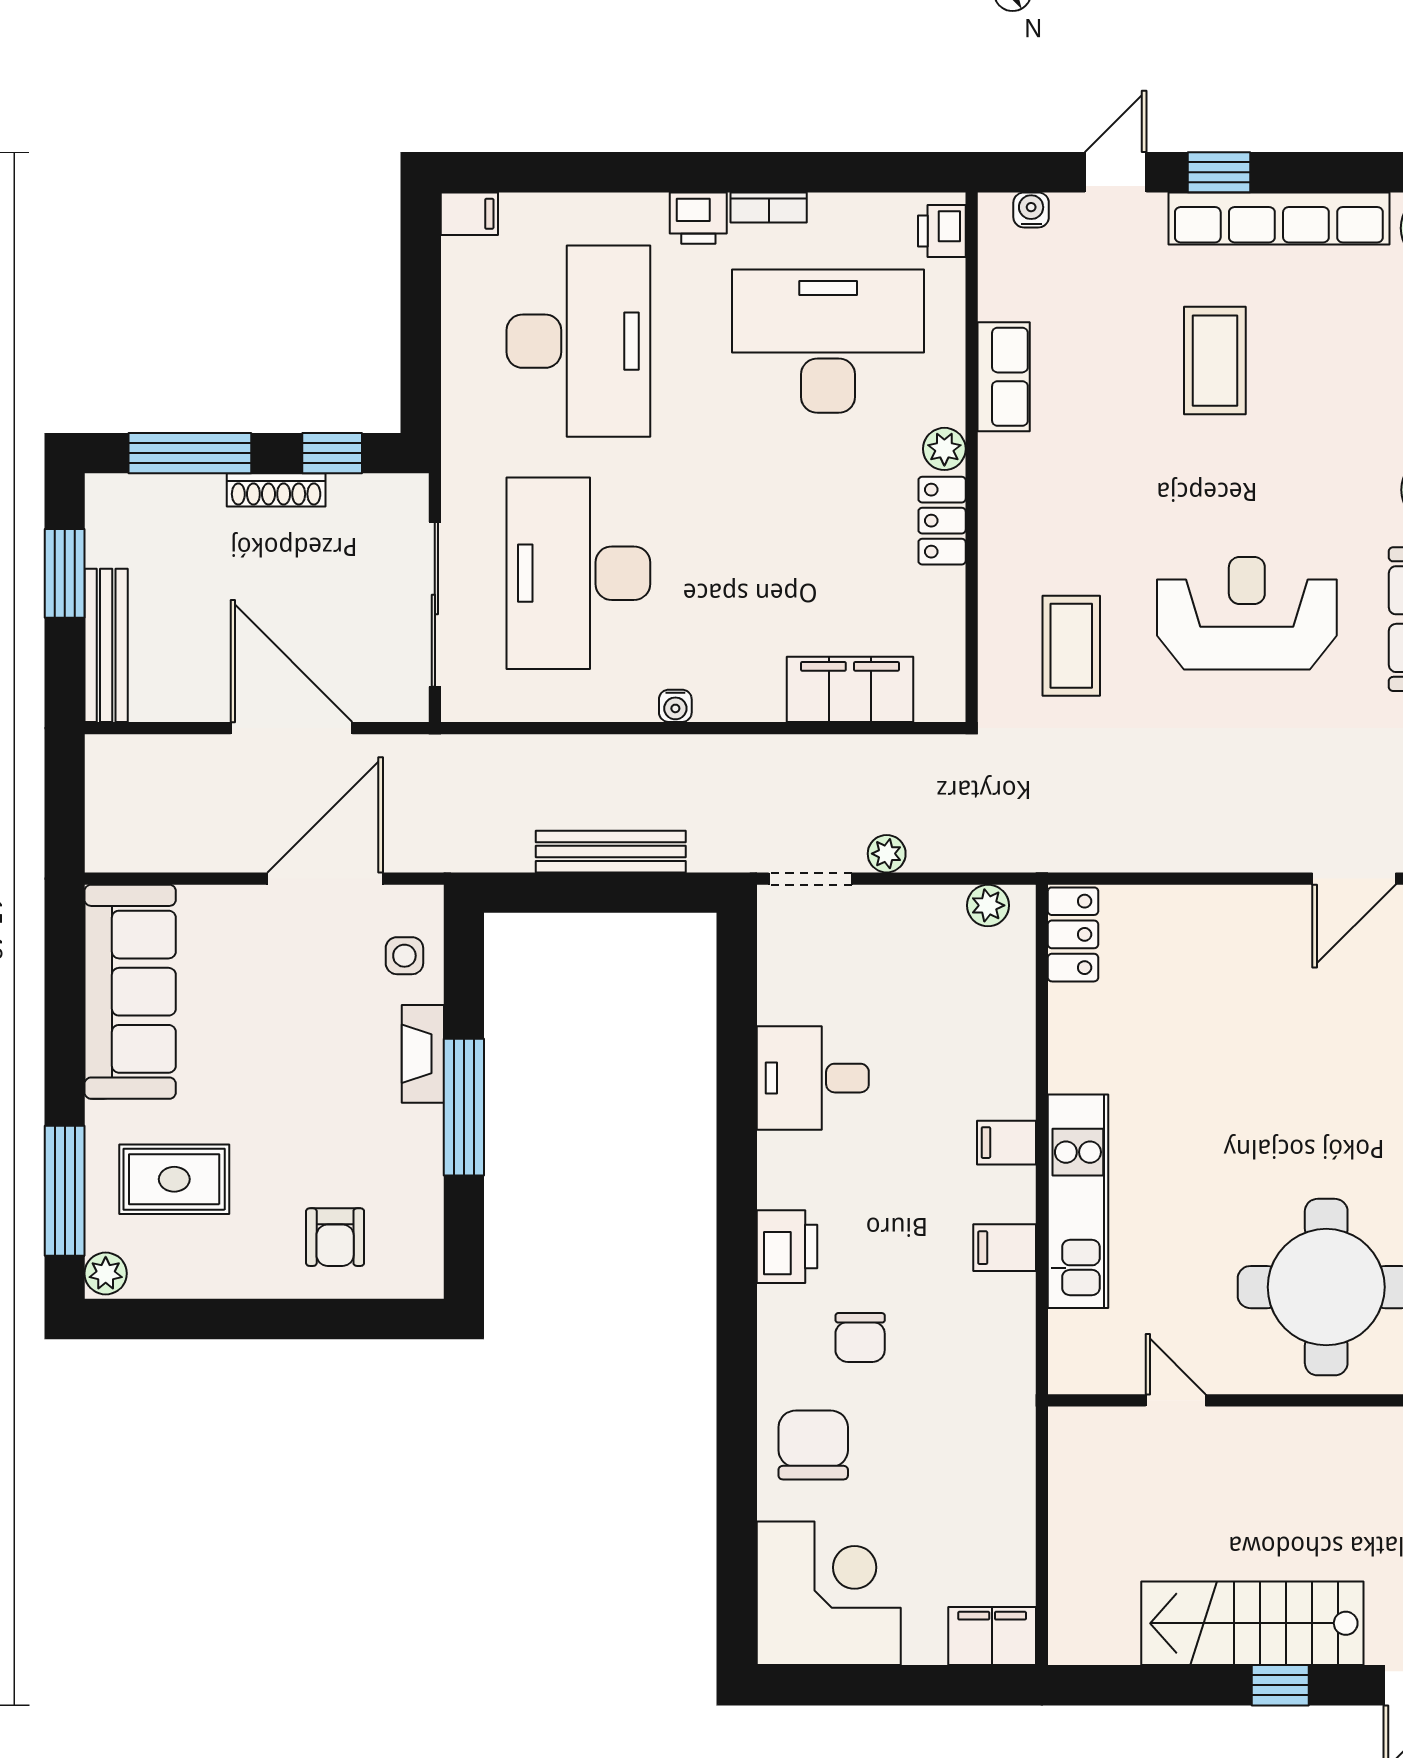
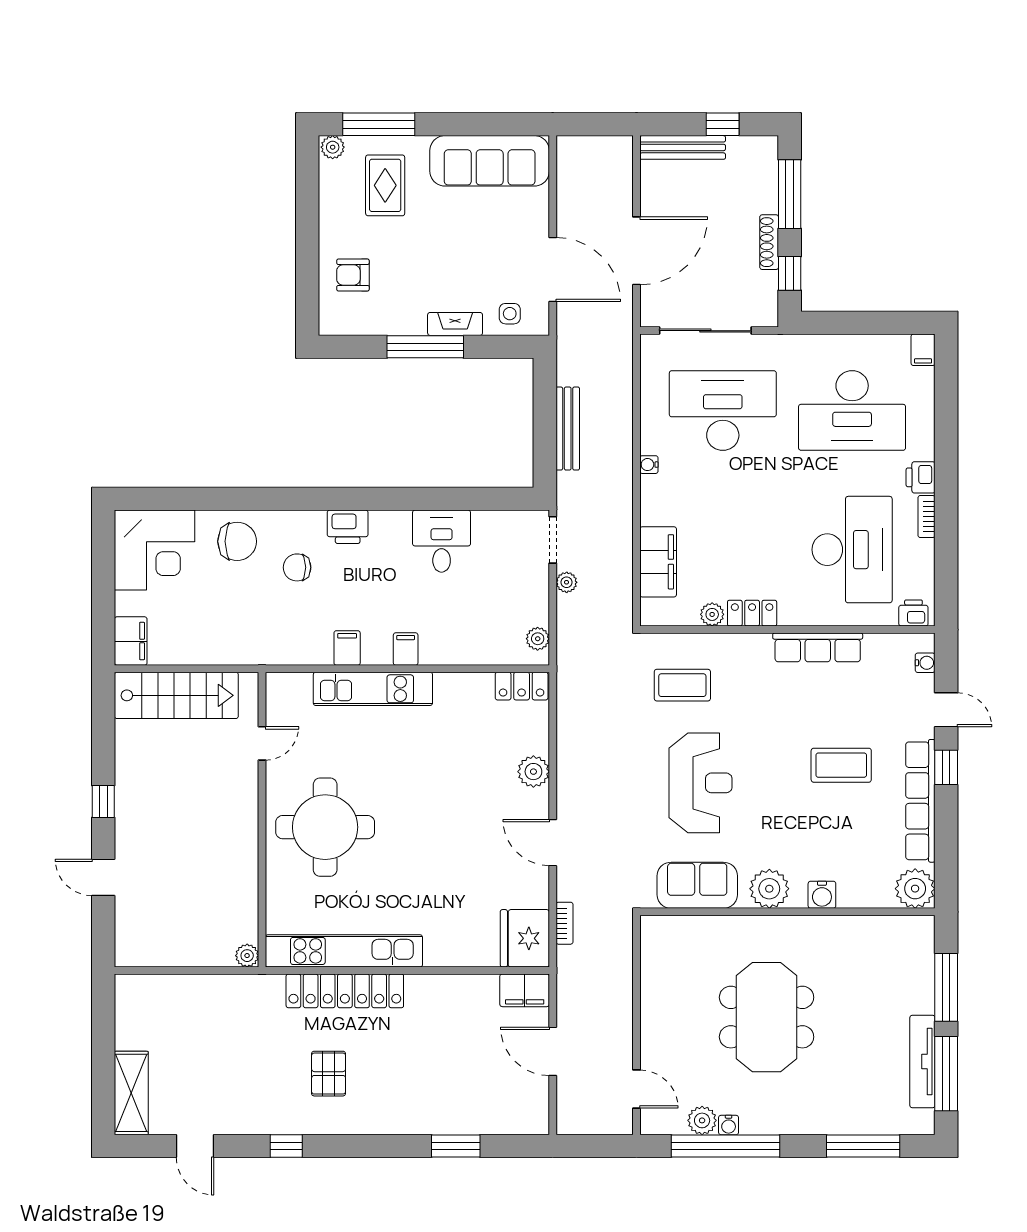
row of seats: (1004, 377) -> (818, 647), width x1.48
plant: (944, 449) -> (712, 614), moved
window: (65, 573) -> (723, 124), width x0.67
plant: (1226, 913) -> (533, 772), added
stairs: (1252, 1623) -> (176, 695), moved, turned 90

